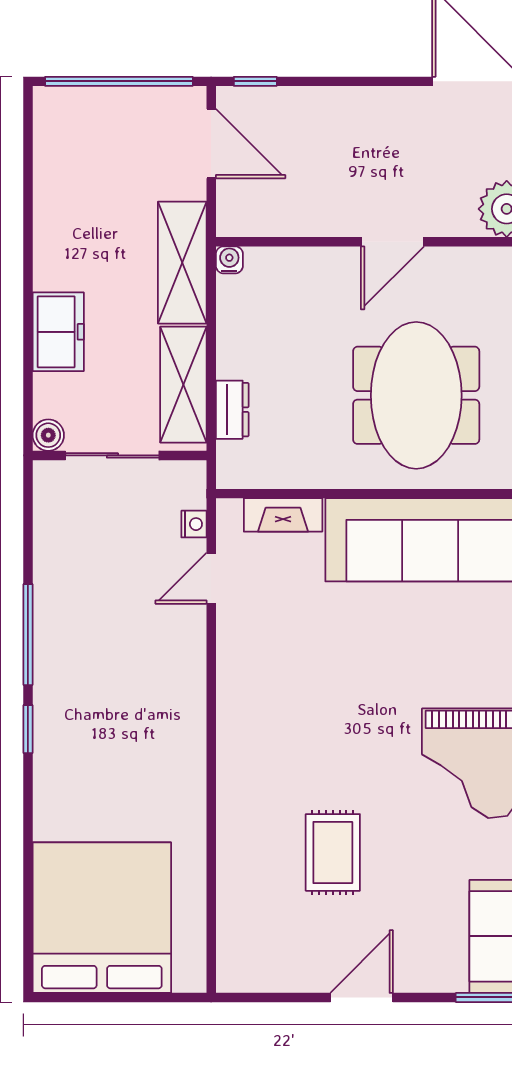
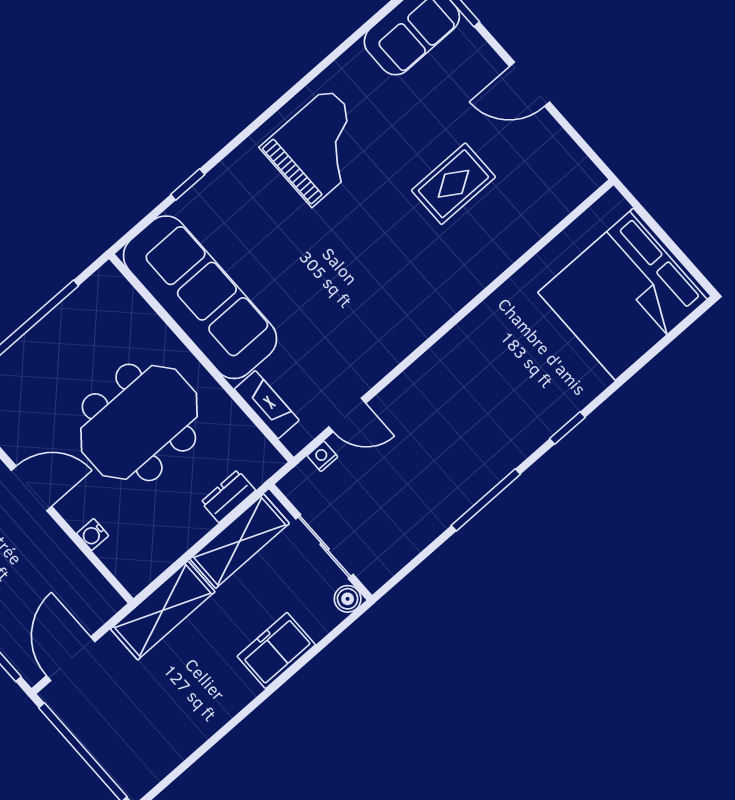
water cooler: (229, 260) -> (93, 534), moved
meeting table: (416, 395) -> (139, 422), moved
window: (28, 729) -> (567, 428), moved

